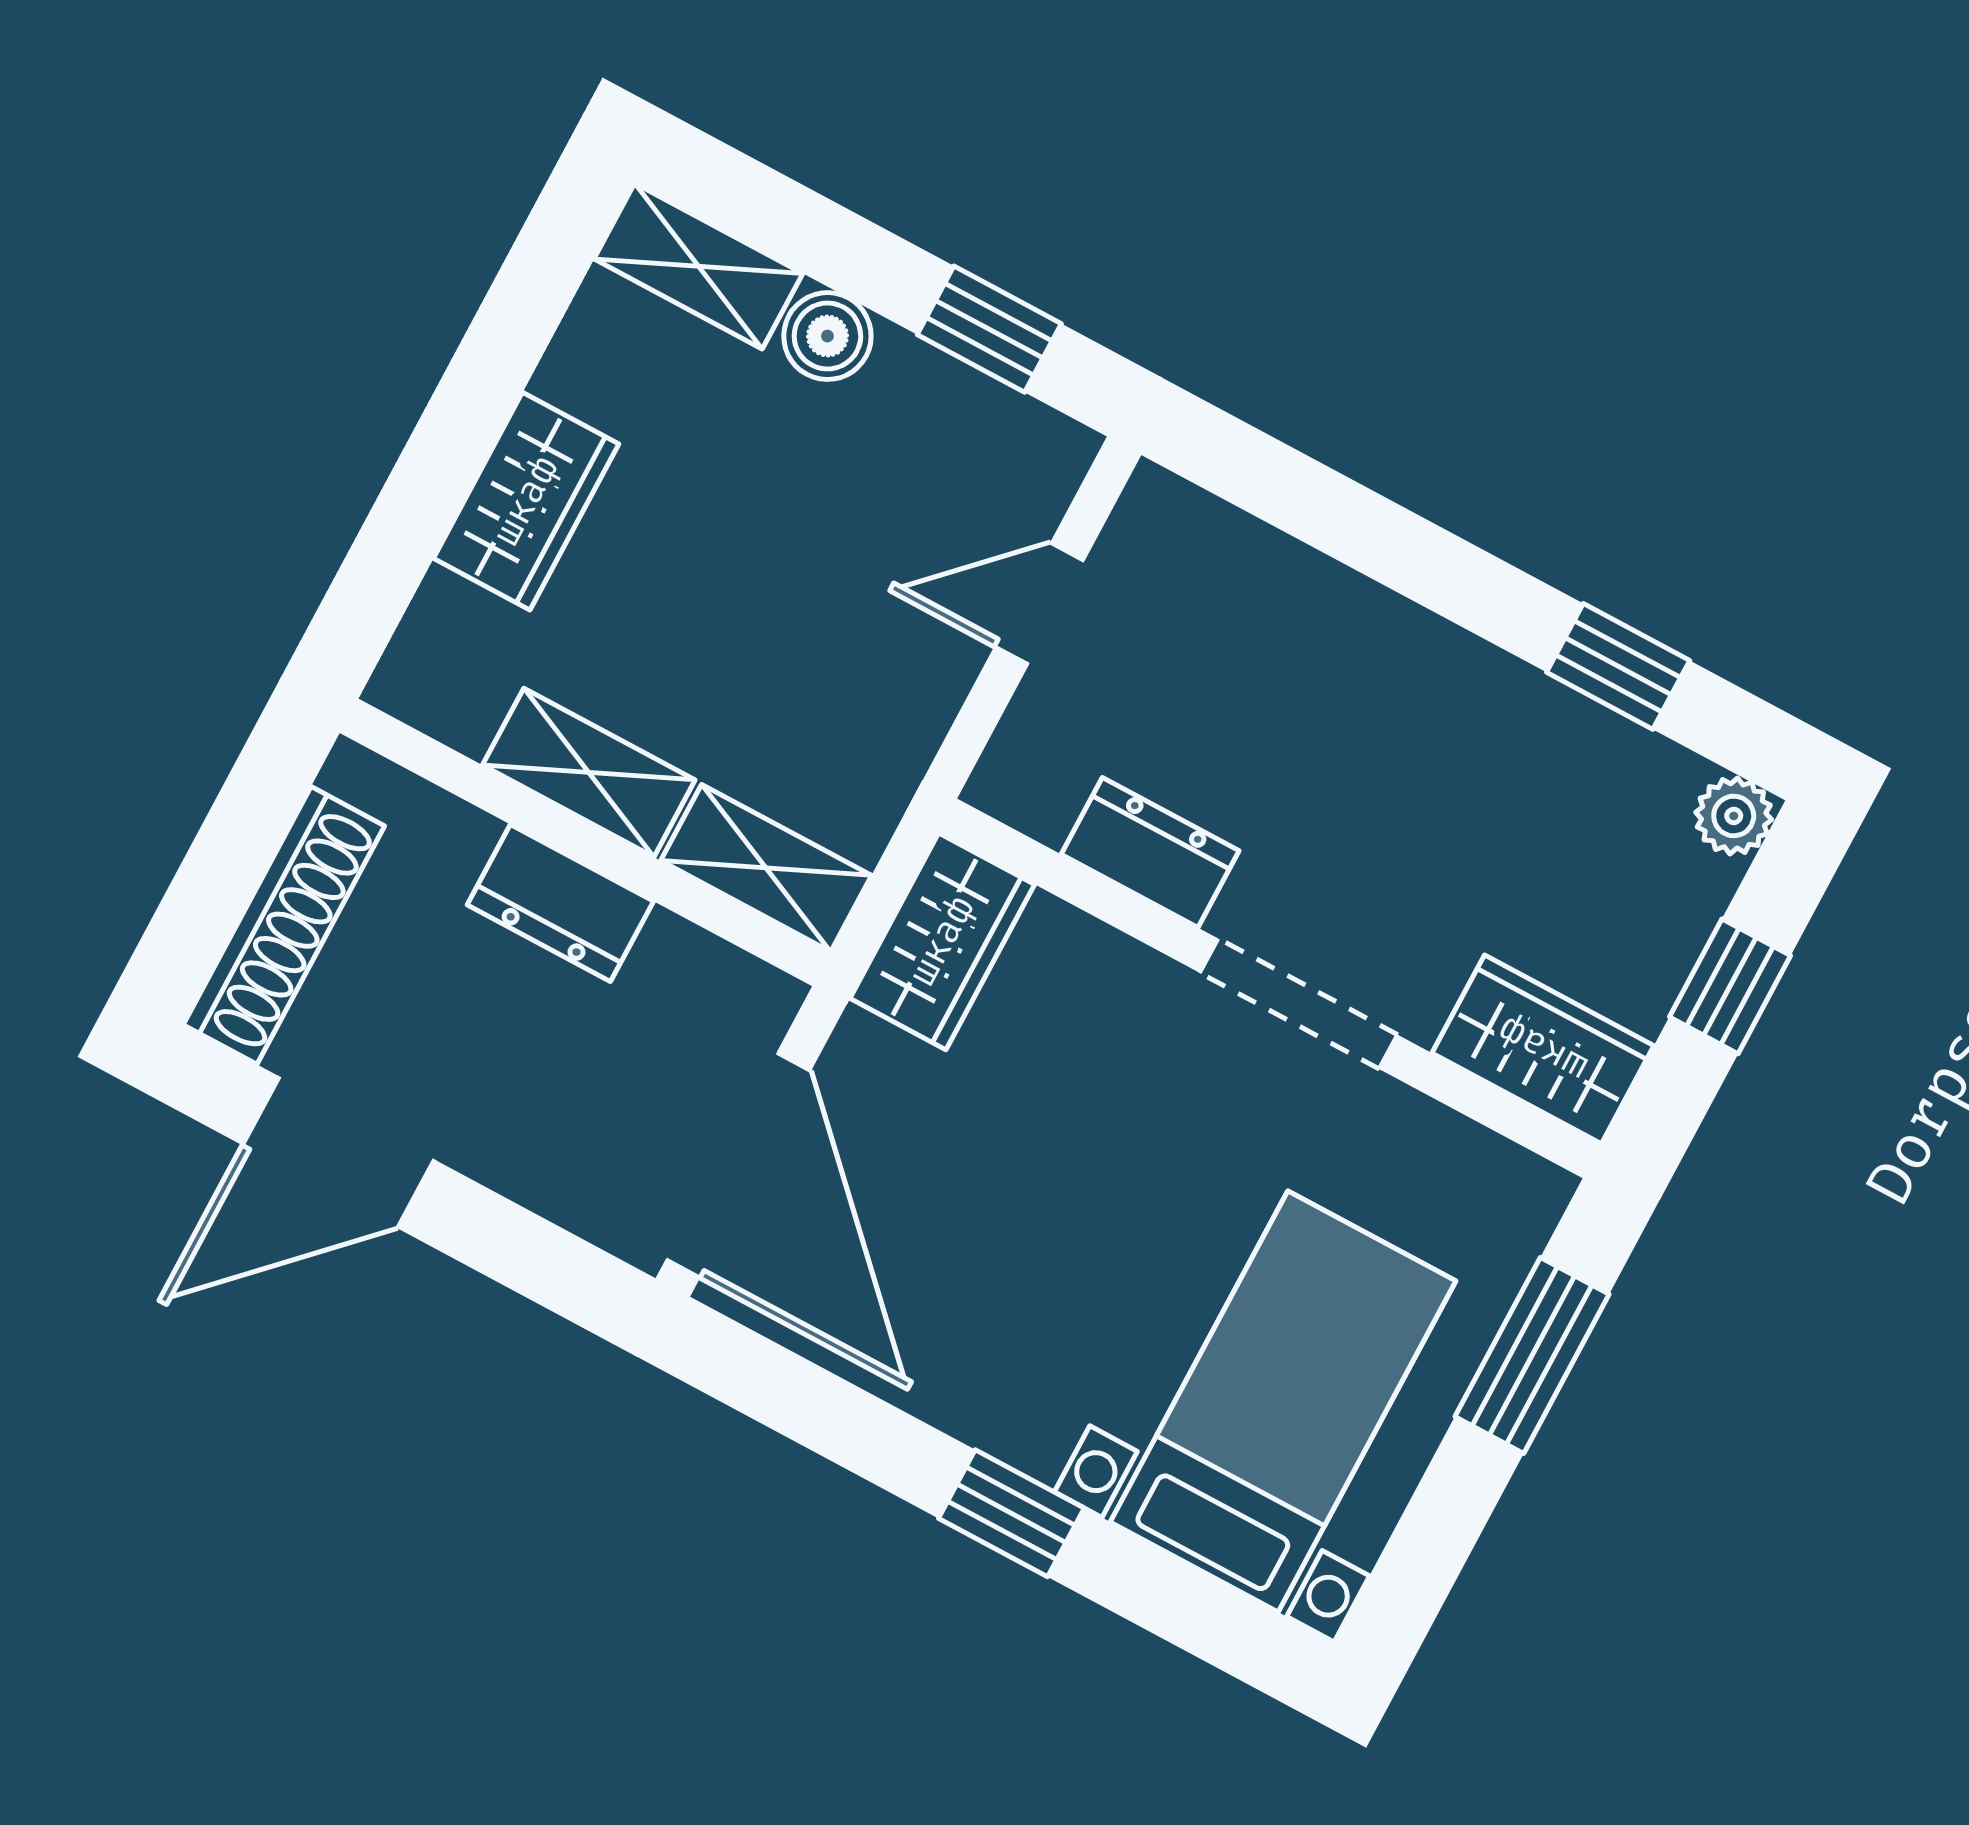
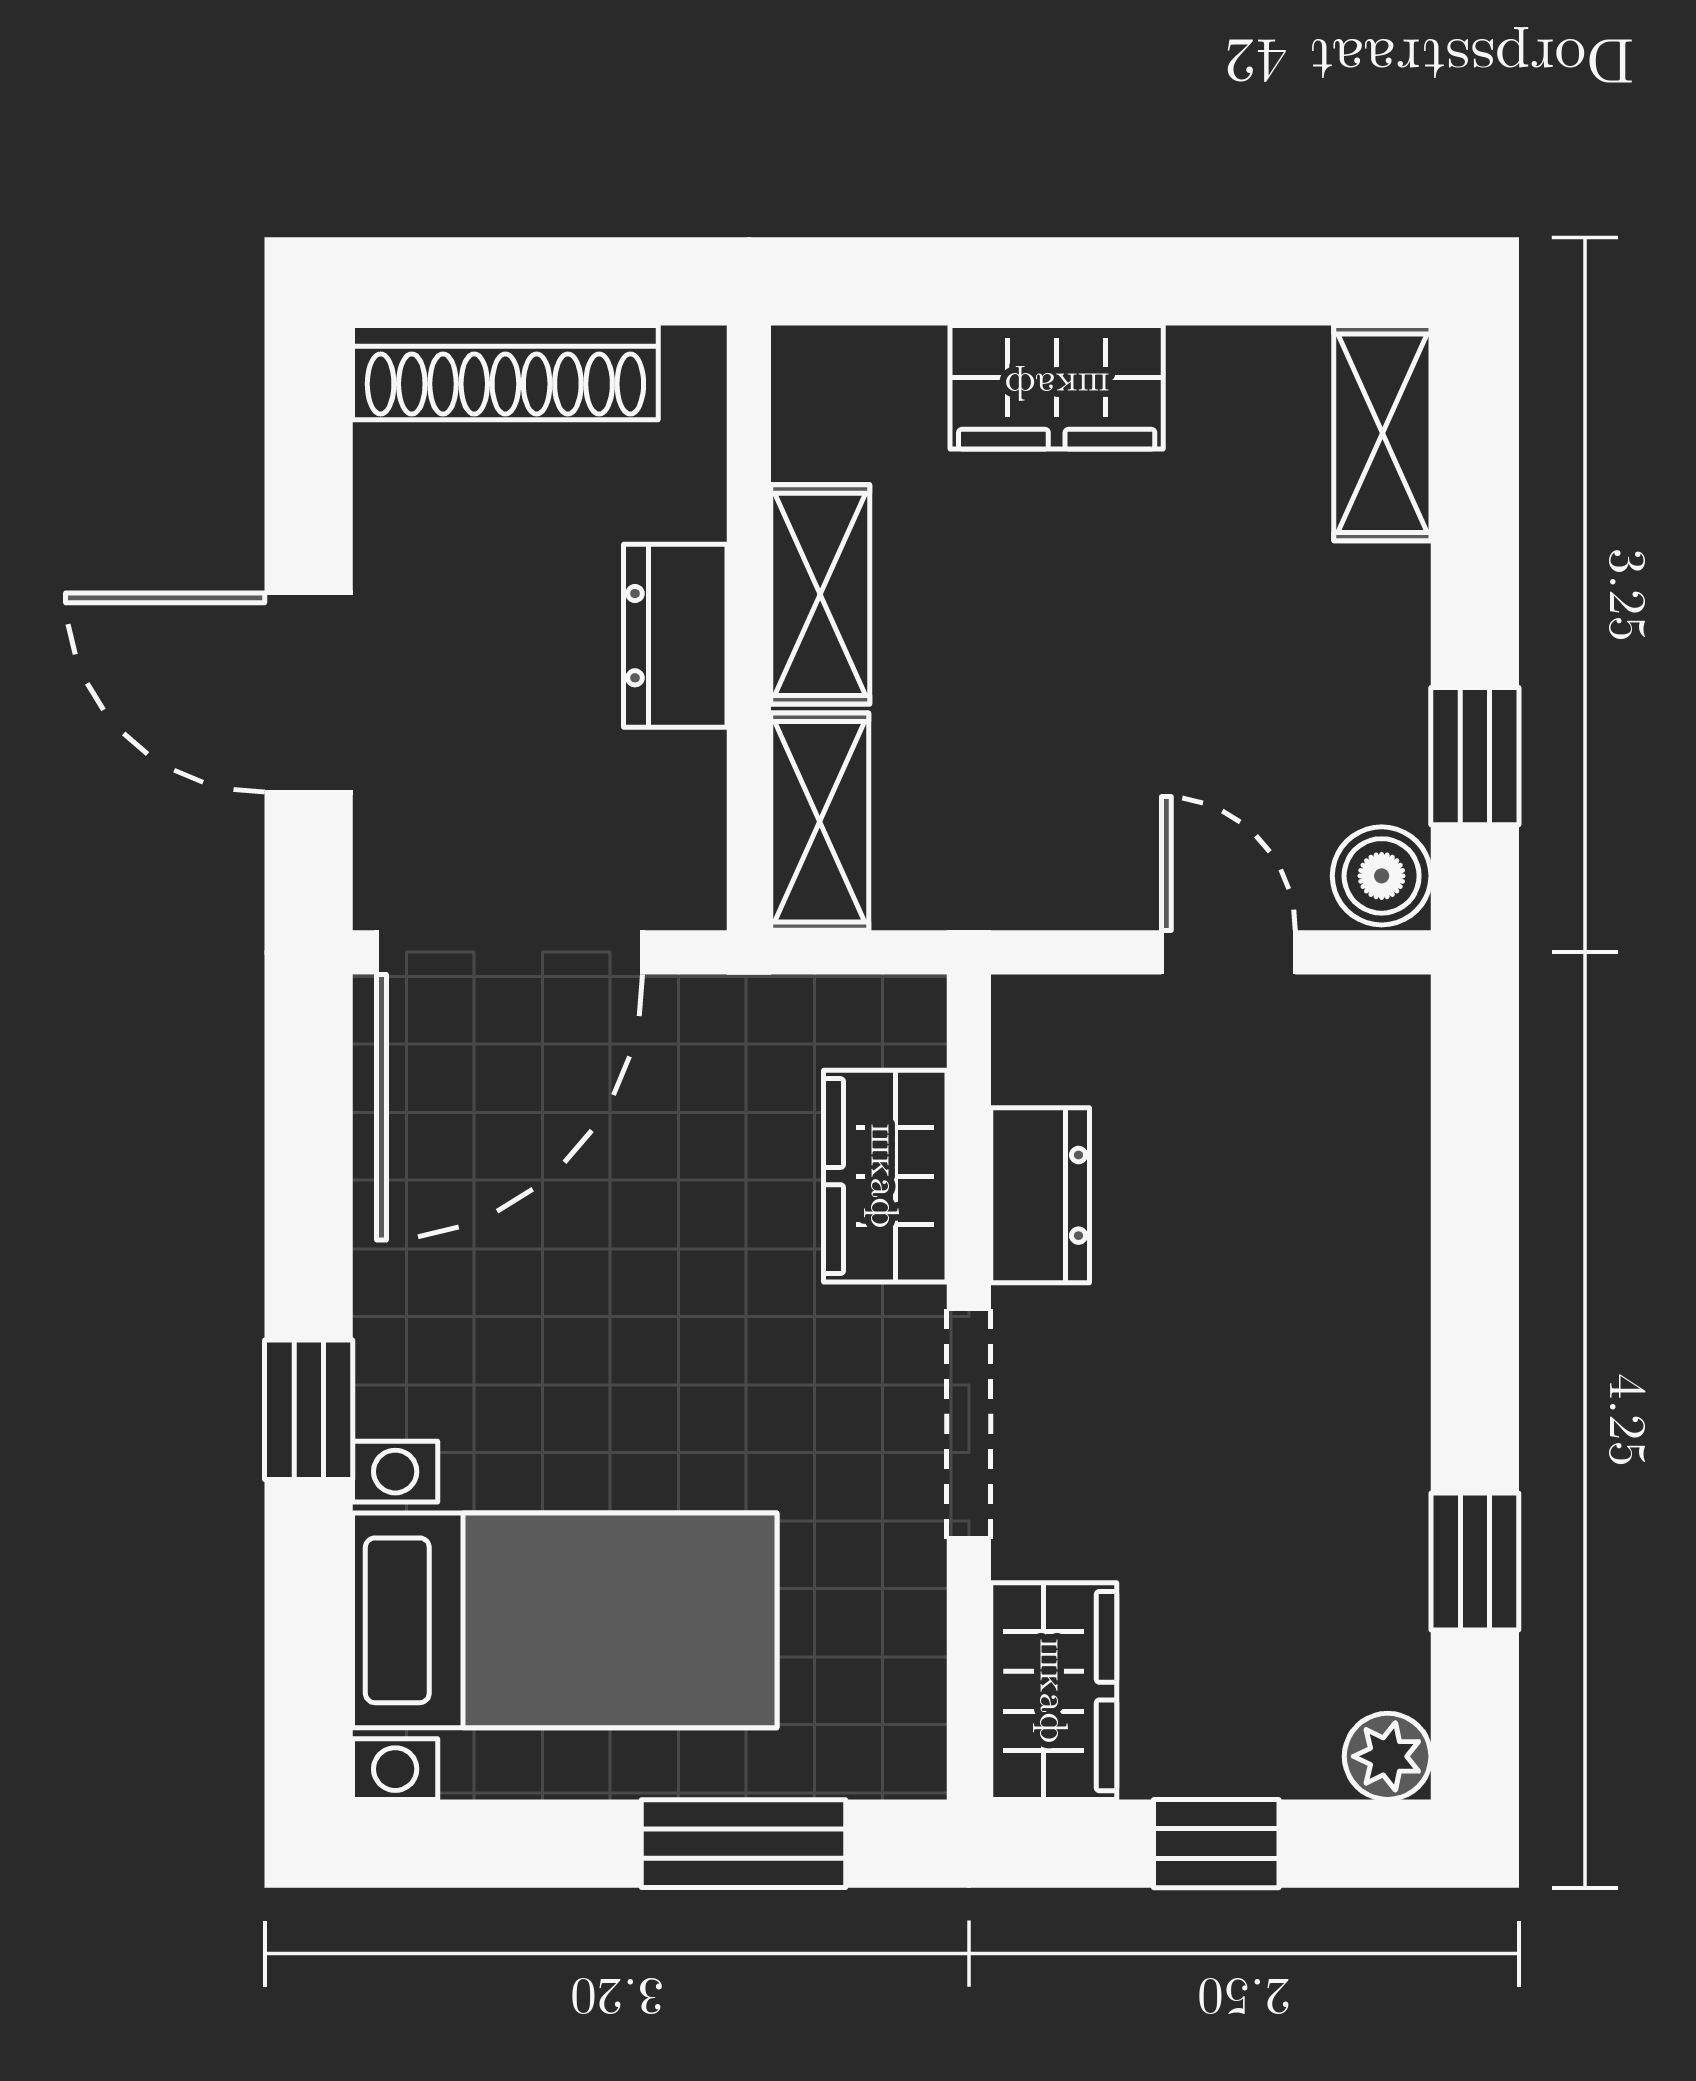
boiler: (827, 336) -> (1382, 876), moved
wardrobe: (942, 941) -> (885, 1176), moved, turned 90
door: (338, 1152) -> (309, 692), moved

